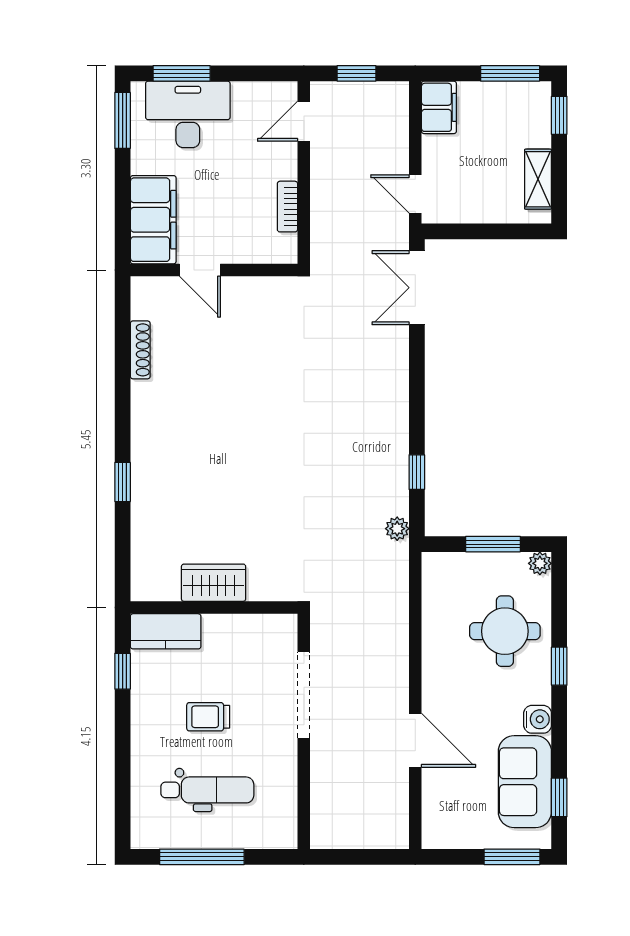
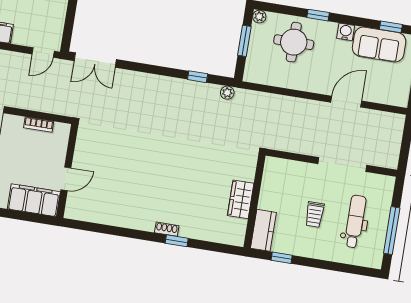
shoe rack: (140, 350) -> (167, 229), moved, width x0.70
doorway: (304, 695) -> (342, 164), moved

